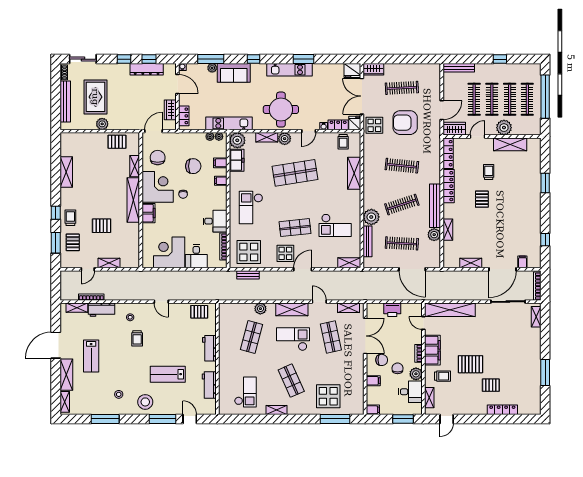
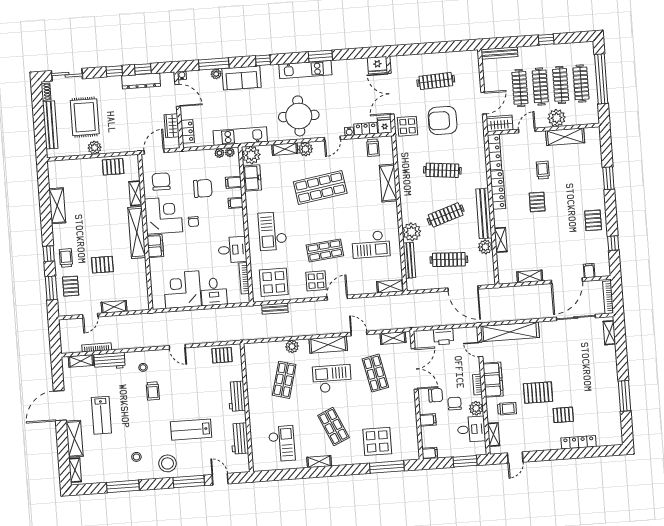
wardrobe: (373, 69) -> (402, 62), removed
pallet: (529, 219) -> (593, 220), added

